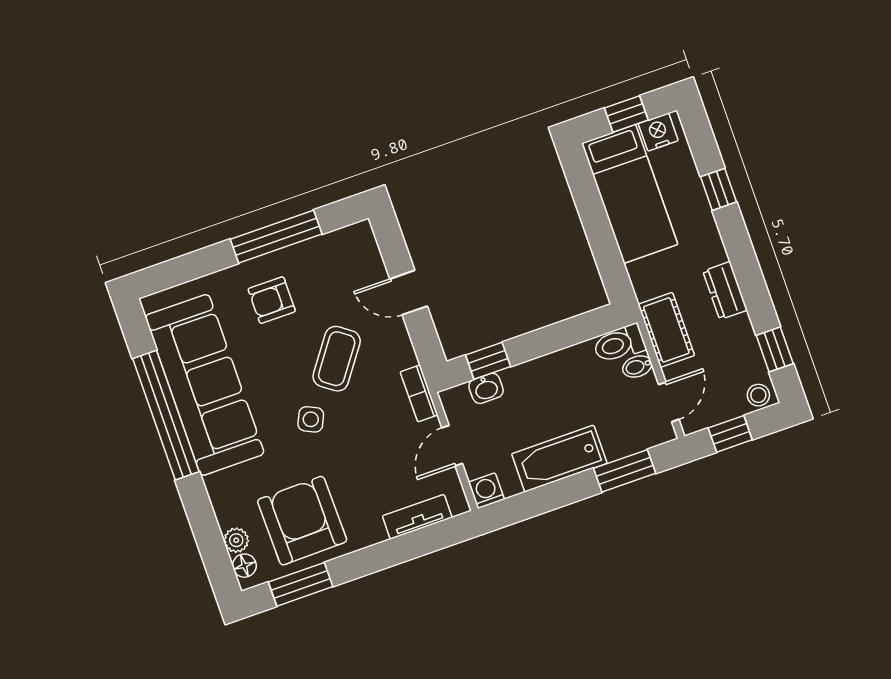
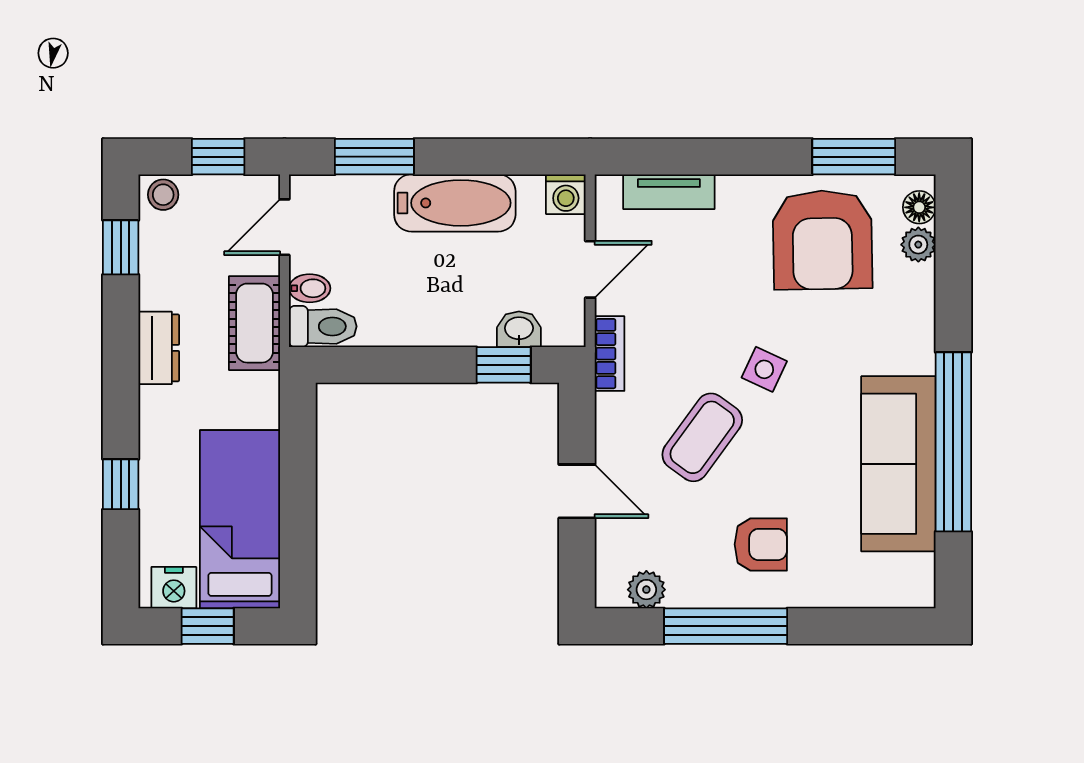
plant: (338, 243) -> (646, 590), added
sofa: (205, 385) -> (898, 464), width x0.74, depth x0.79

